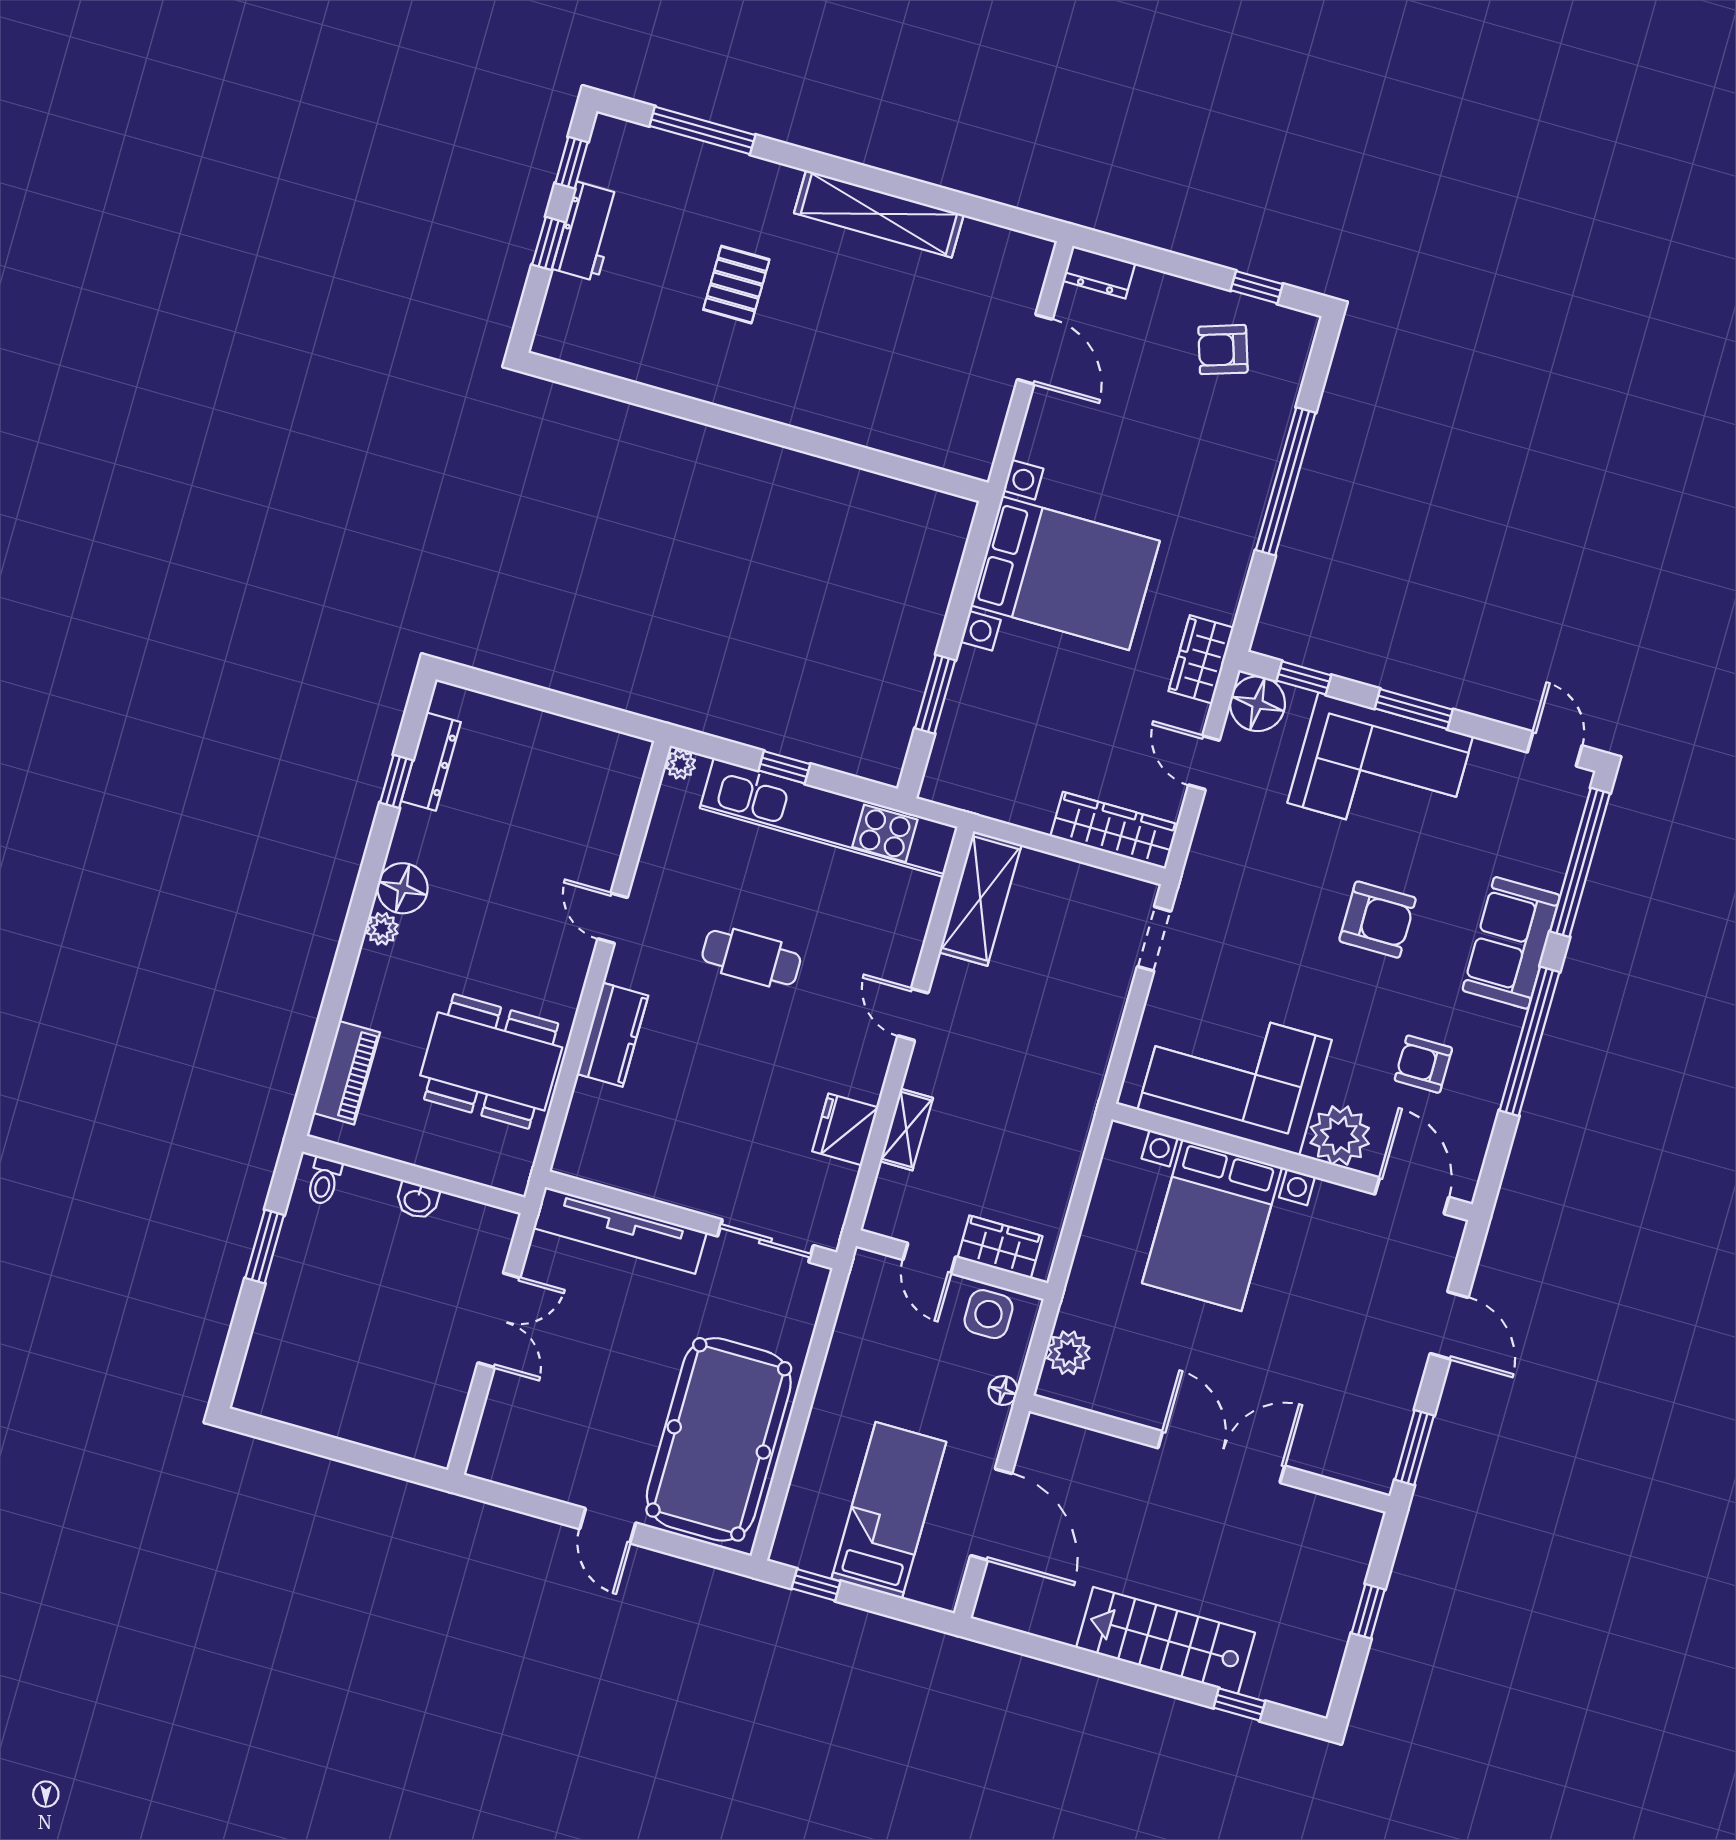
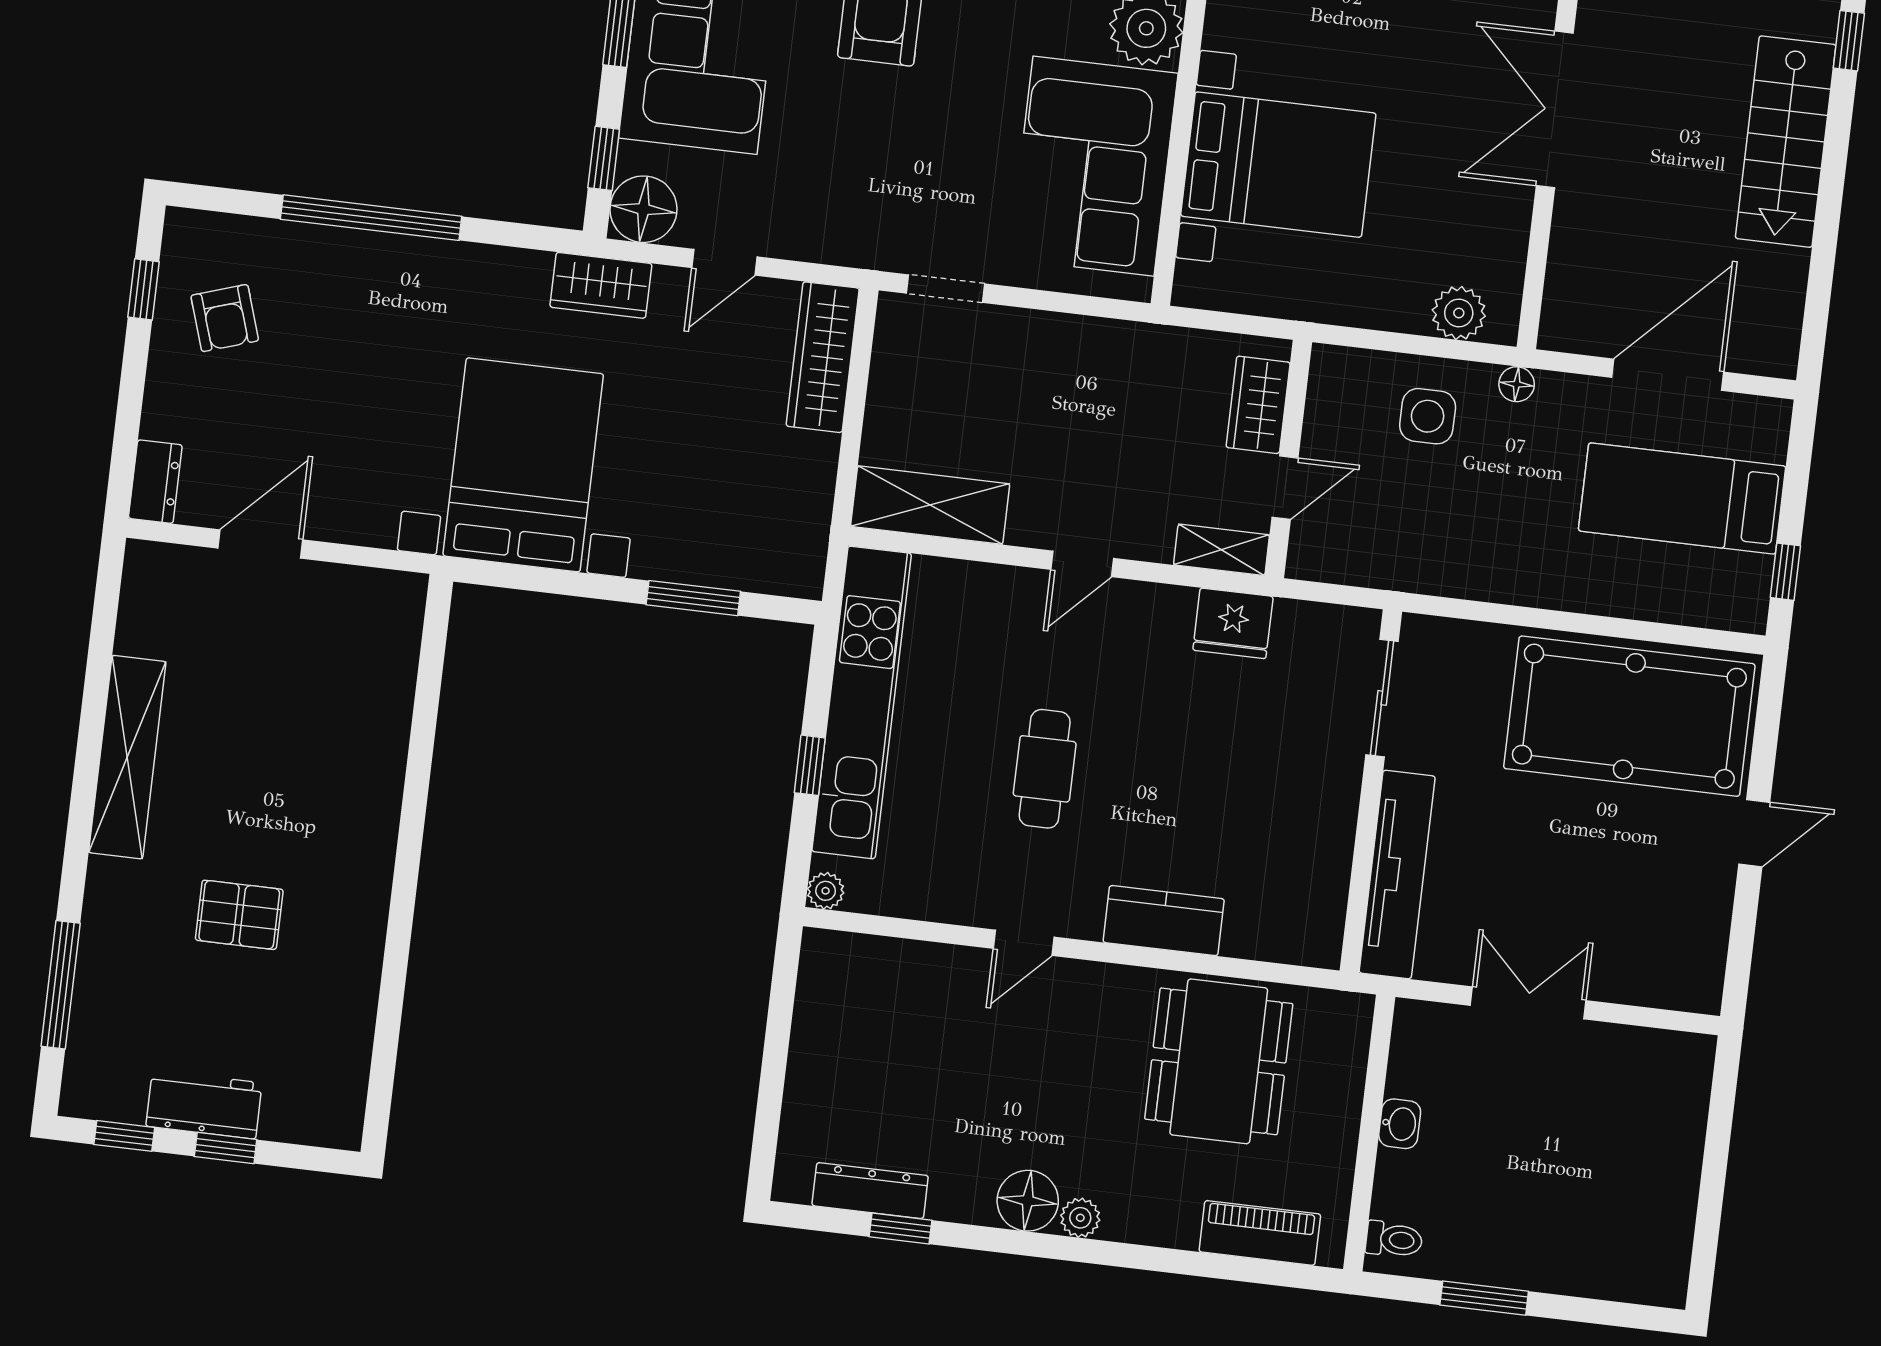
wardrobe: (1000, 1247) -> (1258, 405), moved
door: (929, 1258) -> (1285, 488), moved
wall: (952, 1265) -> (1288, 459), moved

